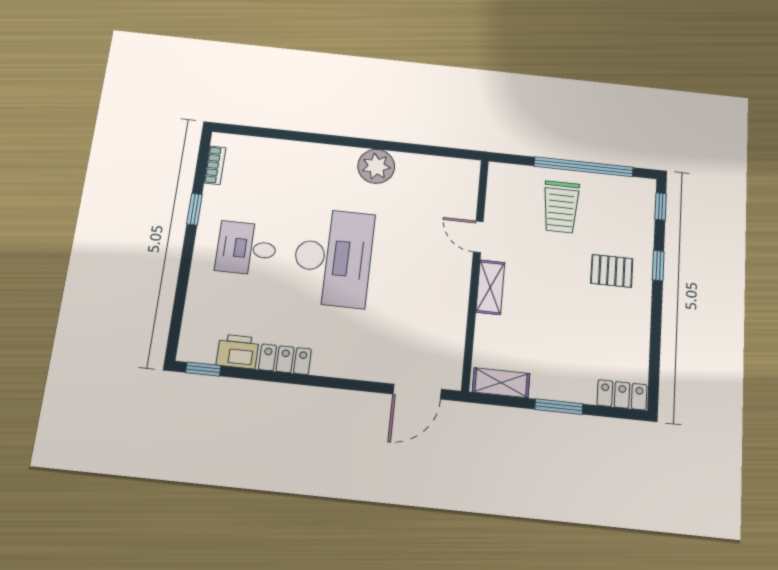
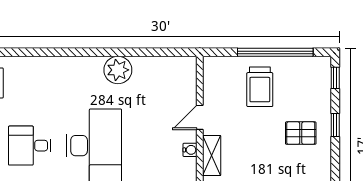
door: (478, 237) -> (200, 117), hinge flipped
water cooler: (462, 277) -> (190, 150), added

